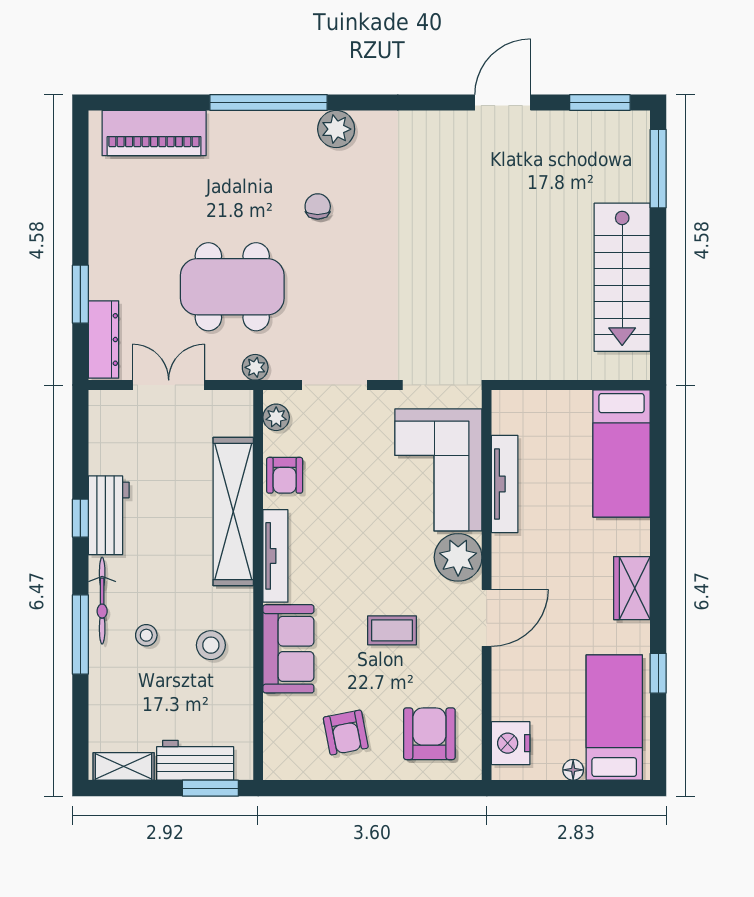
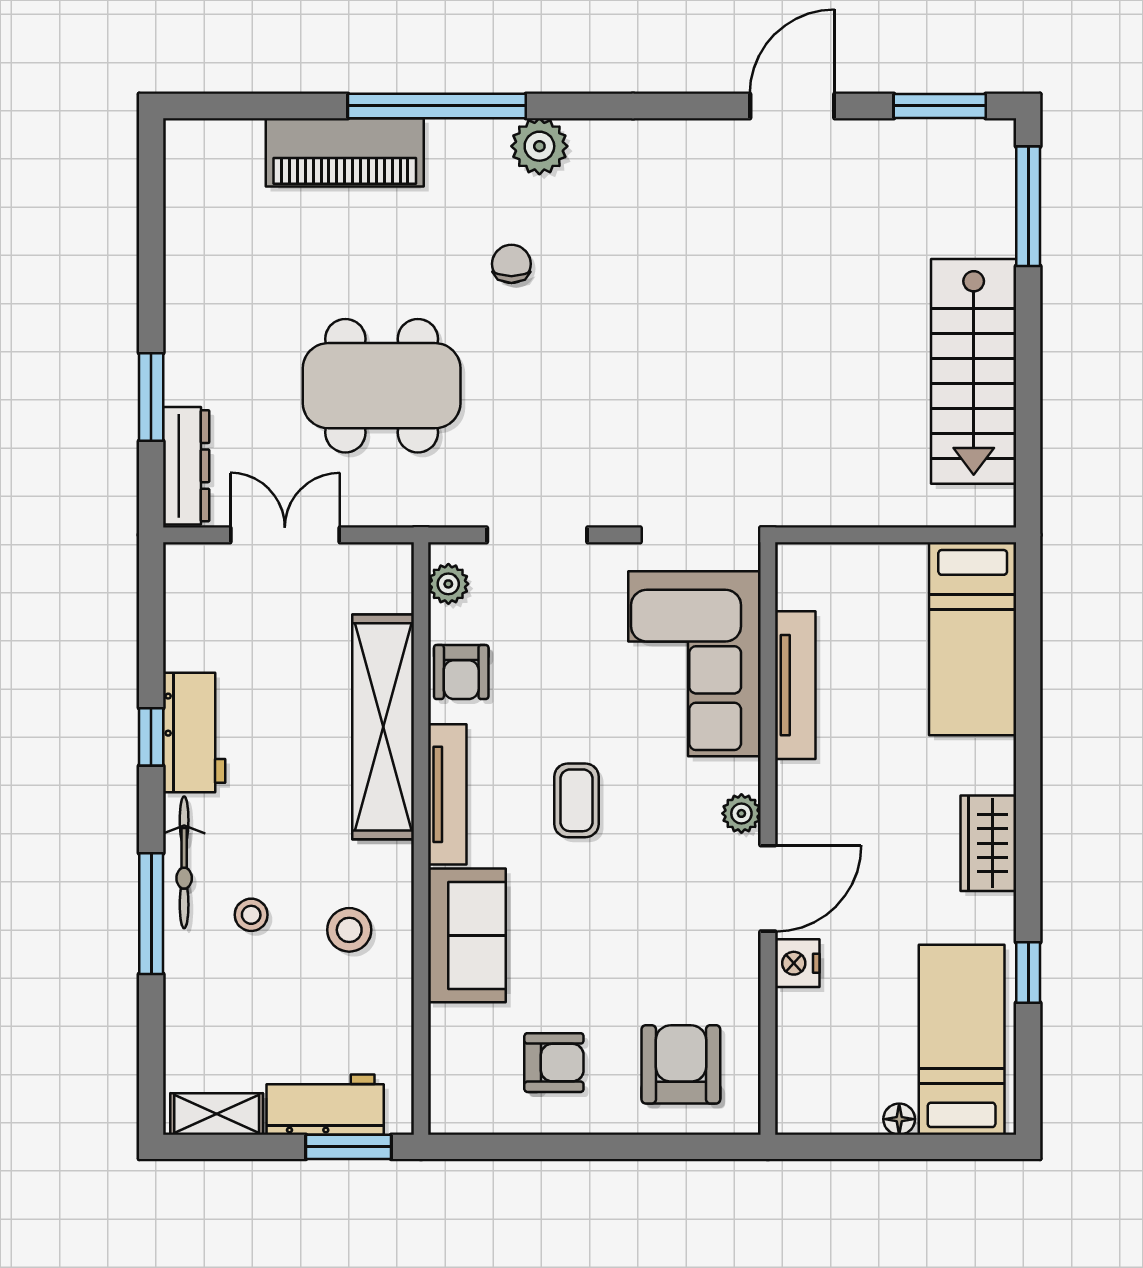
piano: (154, 133) -> (345, 152), moved
plant: (255, 367) -> (416, 508), removed
plant: (458, 557) -> (741, 813), width x0.53, depth x0.53
coffee table: (392, 630) -> (576, 800), moved, turned 90
armchair: (346, 733) -> (554, 1063), turned -79
nightstand: (511, 743) -> (797, 963), moved, width x0.74, depth x0.75

